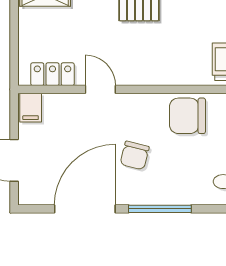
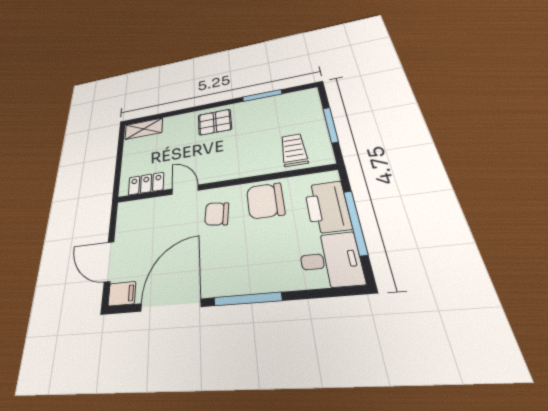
filing cabinet: (31, 108) -> (122, 294), moved, turned -90
chair: (135, 155) -> (217, 214), moved, turned 83

